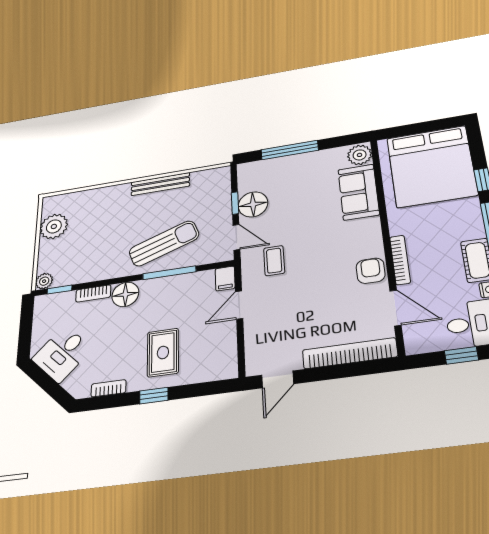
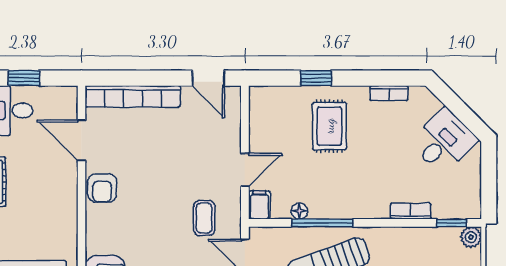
bookcase: (400, 260) -> (70, 196), removed
floor lamp: (125, 294) -> (299, 211), moved, width x0.53, depth x0.53
door: (278, 379) -> (208, 78), swing flipped
window: (154, 396) -> (316, 78), moved

